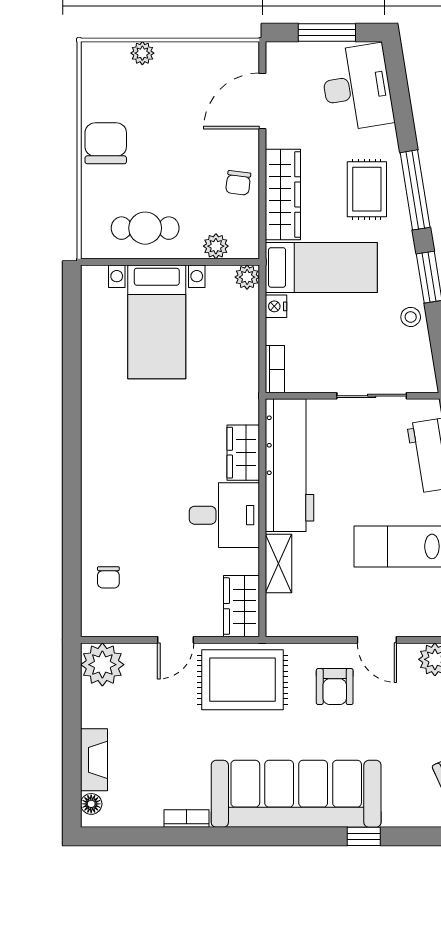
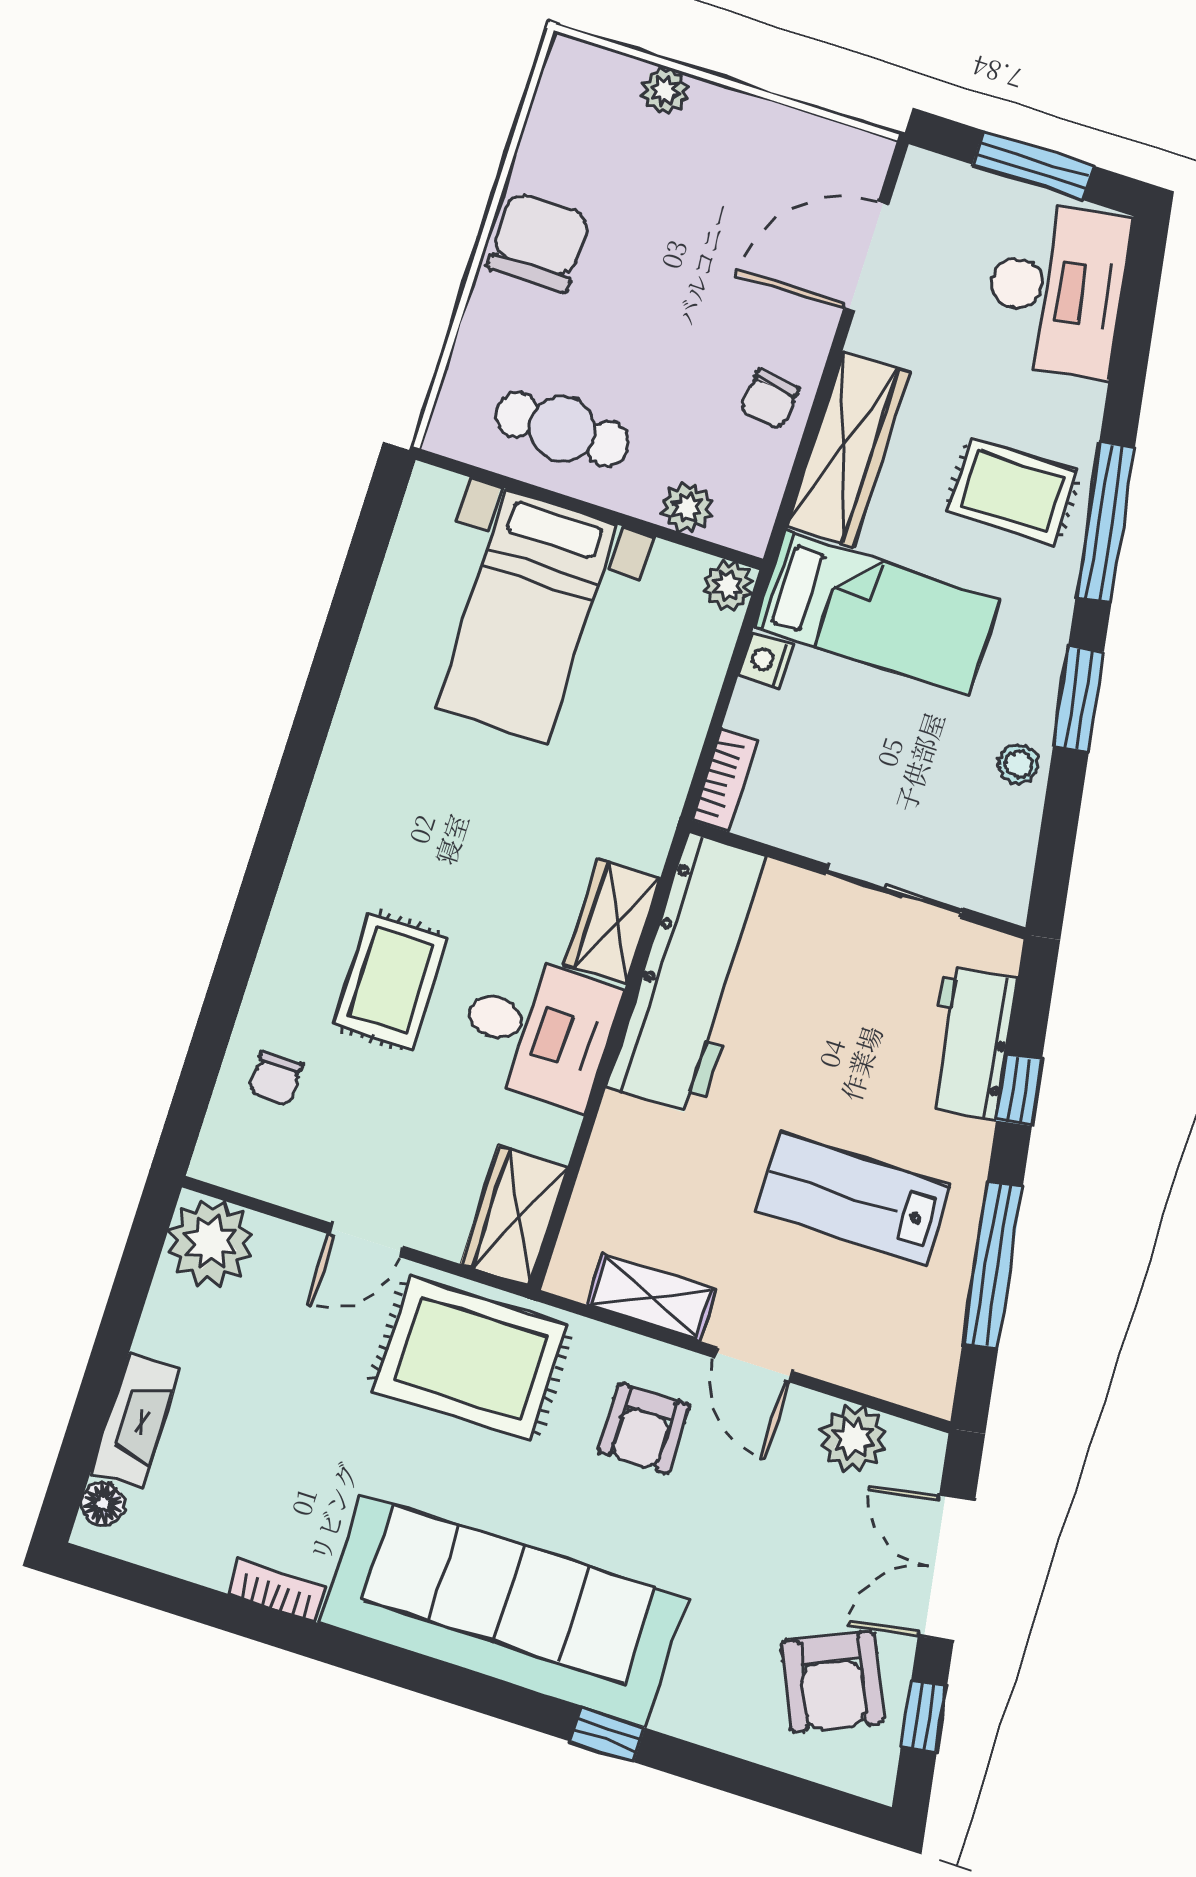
rug: (367, 189) -> (1013, 491), turned 90
rug: (148, 514) -> (390, 981), added
shelving: (279, 563) -> (651, 1297), moved, turned 90

